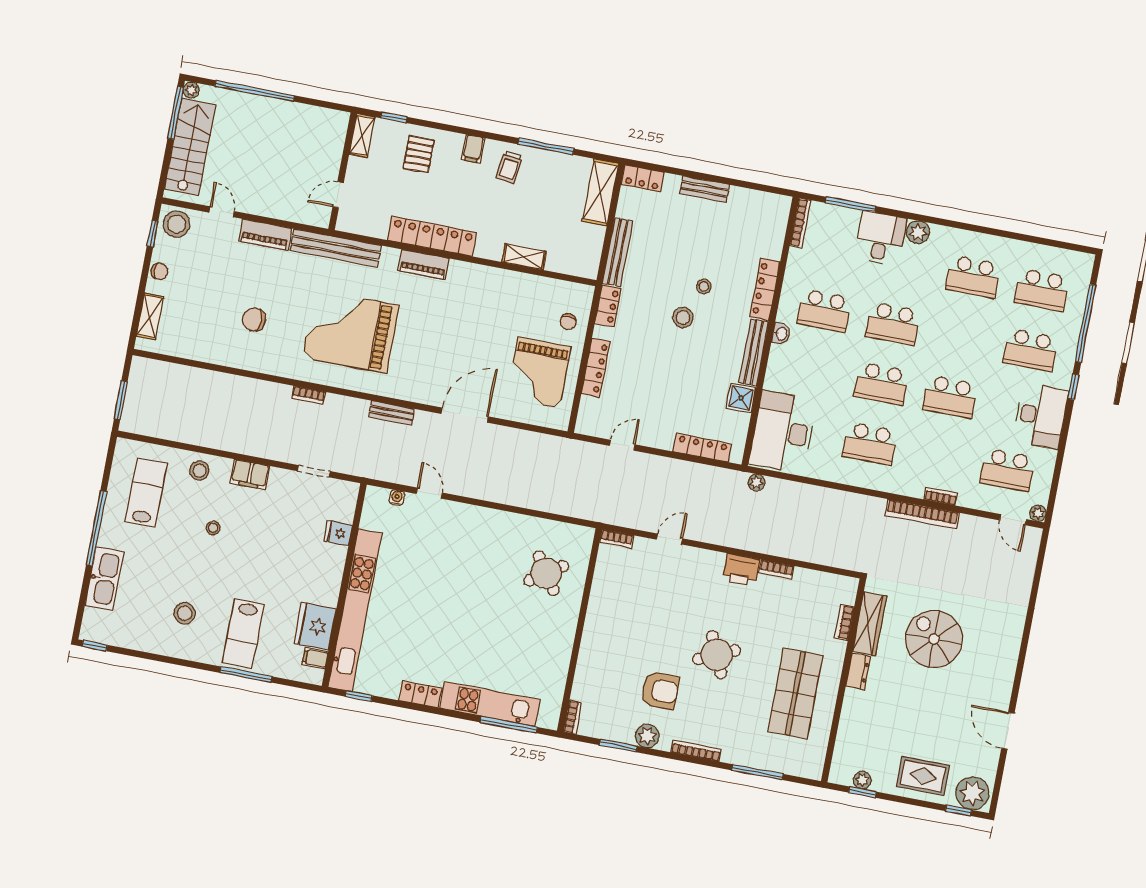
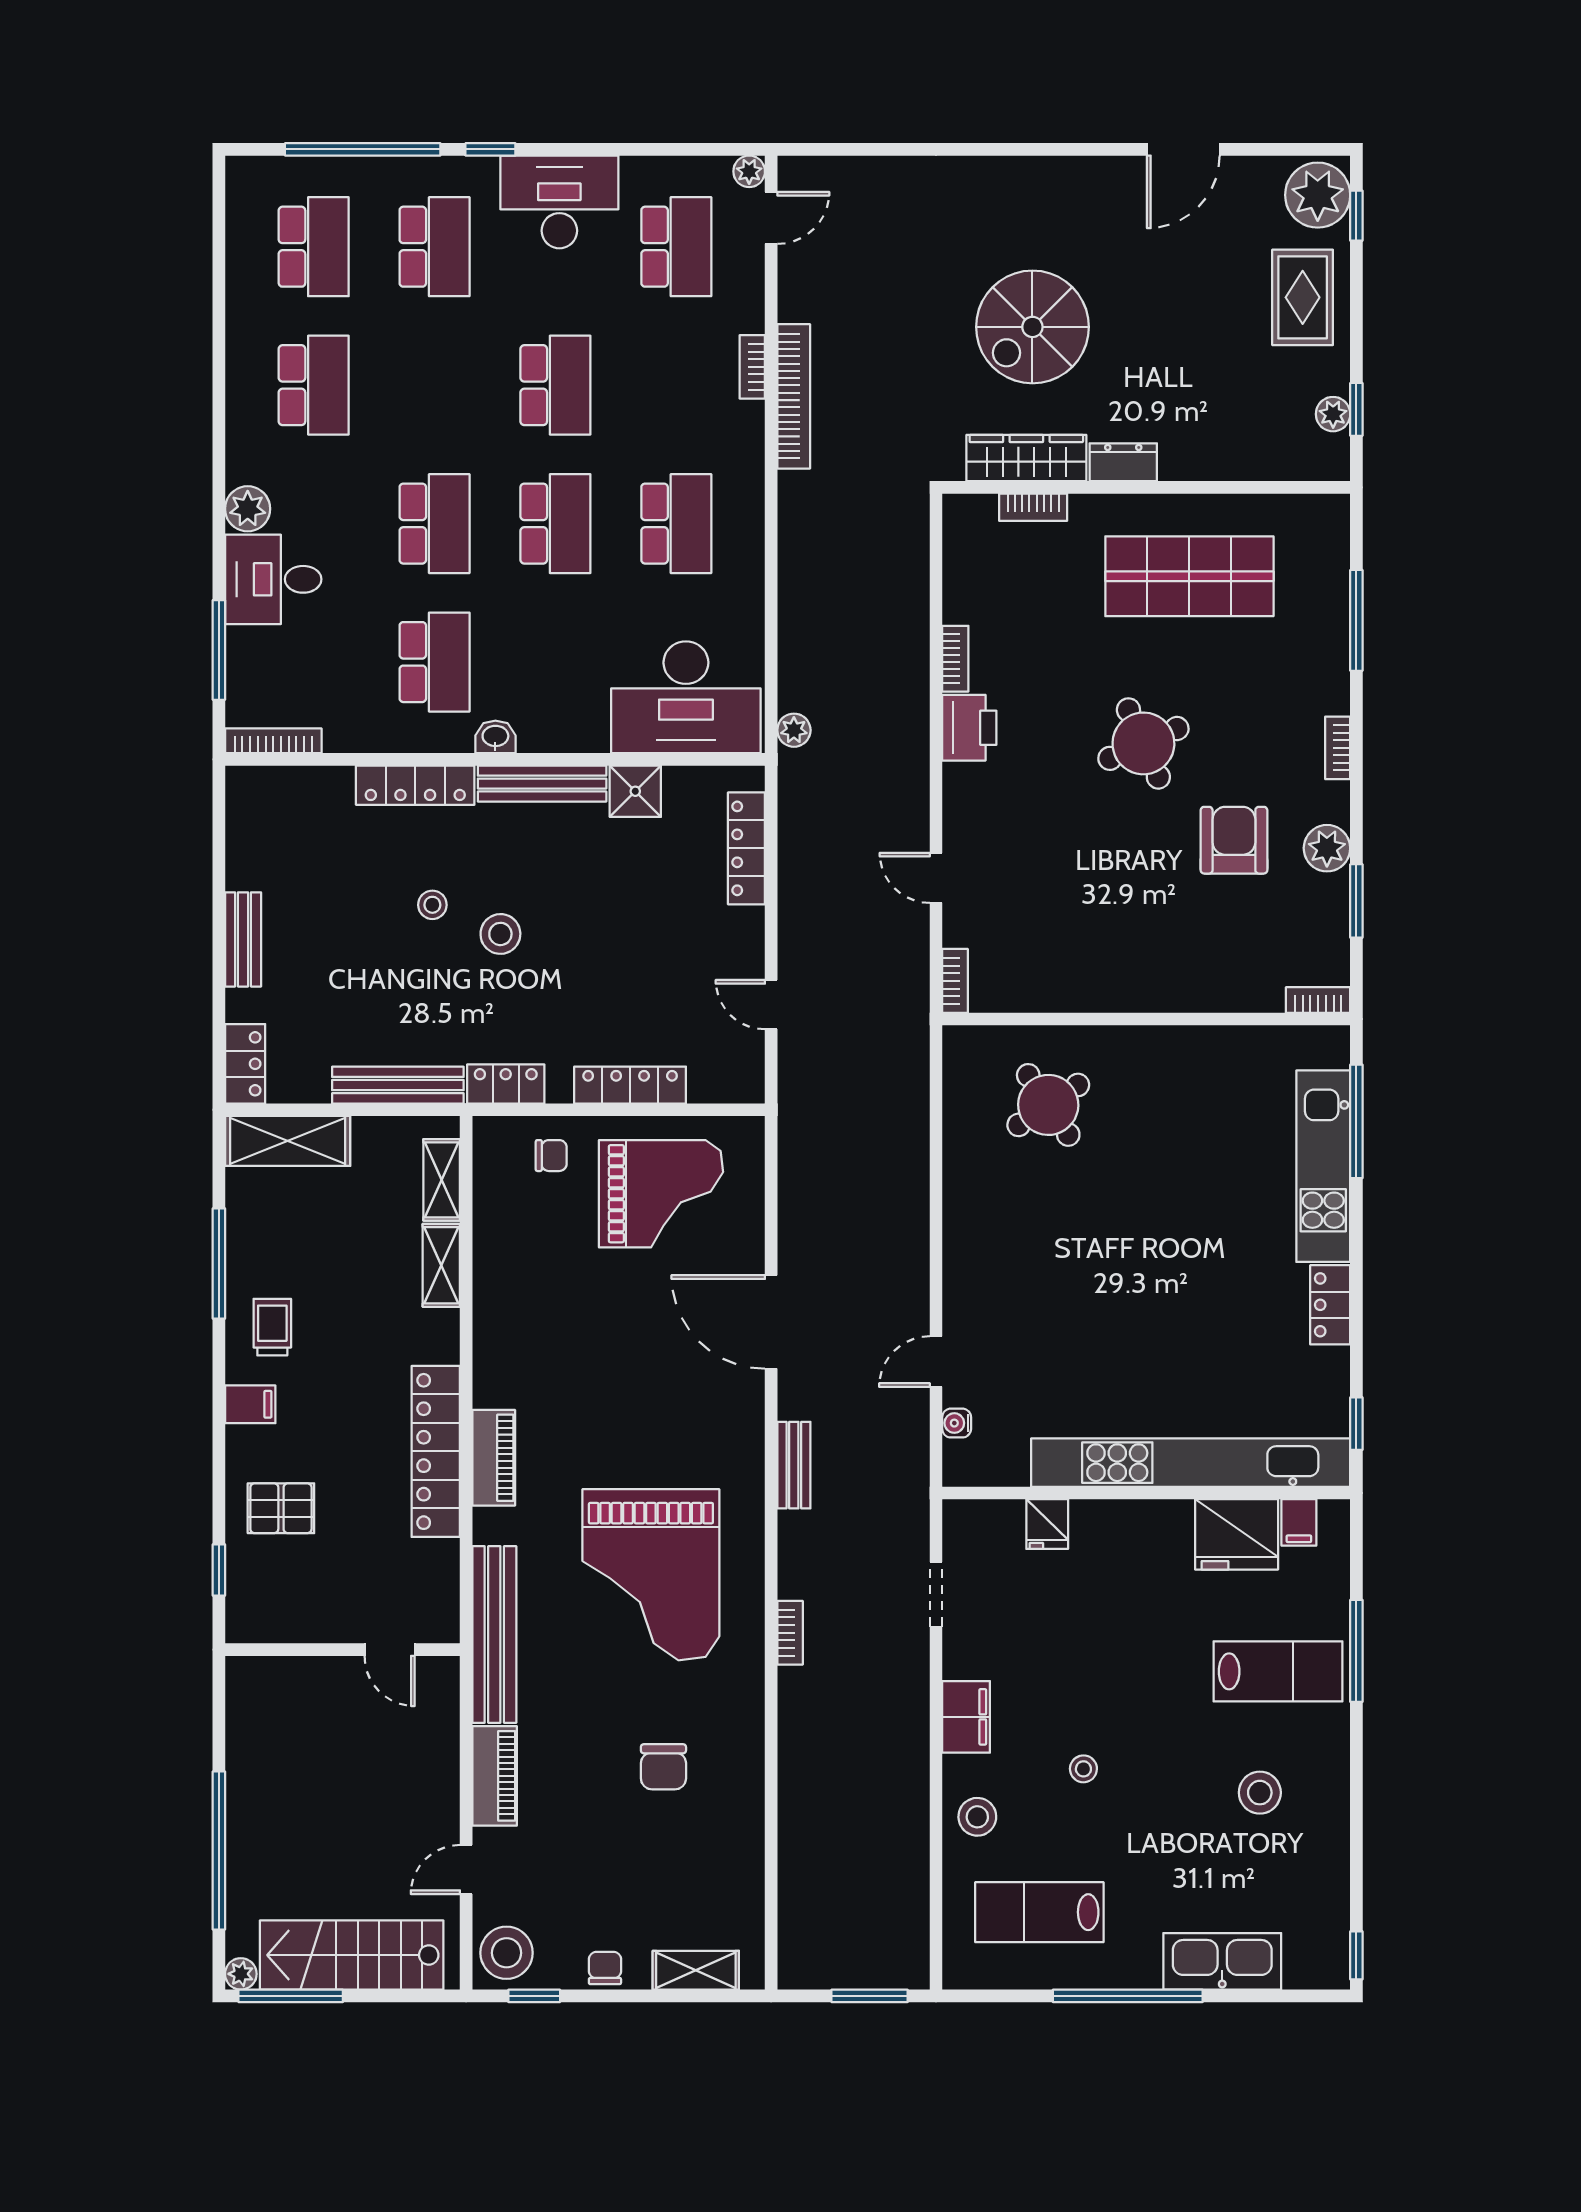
shelving: (362, 135) -> (442, 1180), moved, turned 90
trolley: (509, 167) -> (272, 1327), turned -97
bookcase: (696, 751) -> (1338, 748), width x0.64

